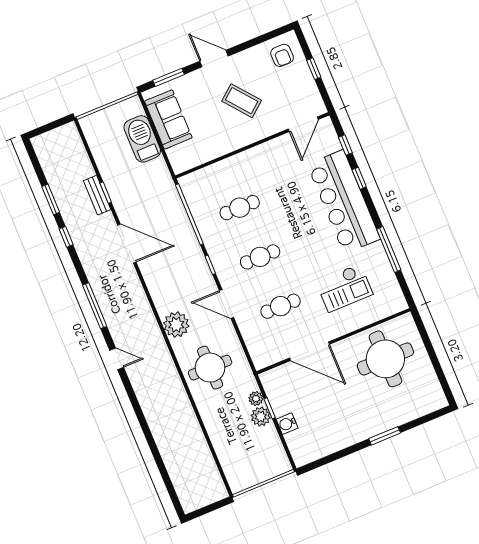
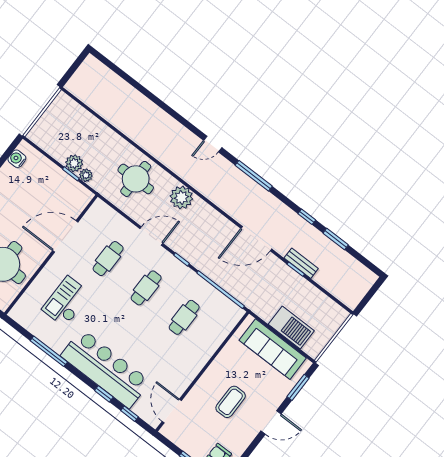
coffee table: (242, 101) -> (231, 402), turned -51
sofa: (168, 119) -> (273, 349), width x1.36
water cooler: (287, 424) -> (17, 159), moved, turned -90

